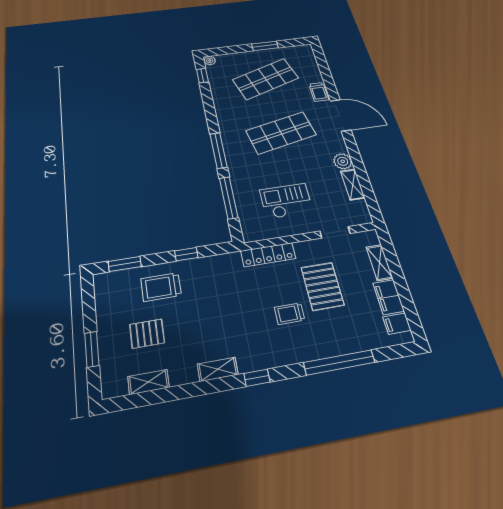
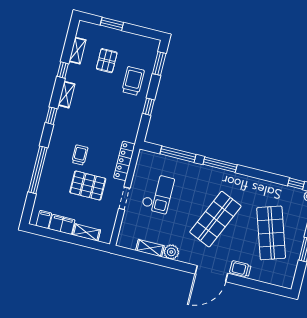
shop shelf: (281, 133) -> (215, 219), turned 36
doorway: (335, 232) -> (124, 198), moved
window: (185, 391) -> (63, 70), added

